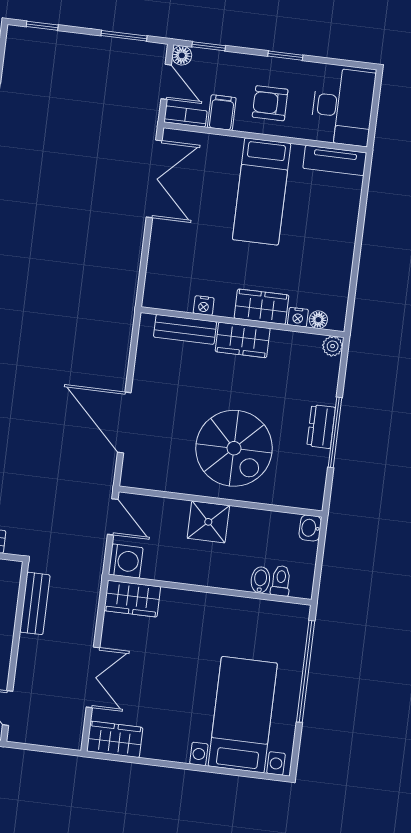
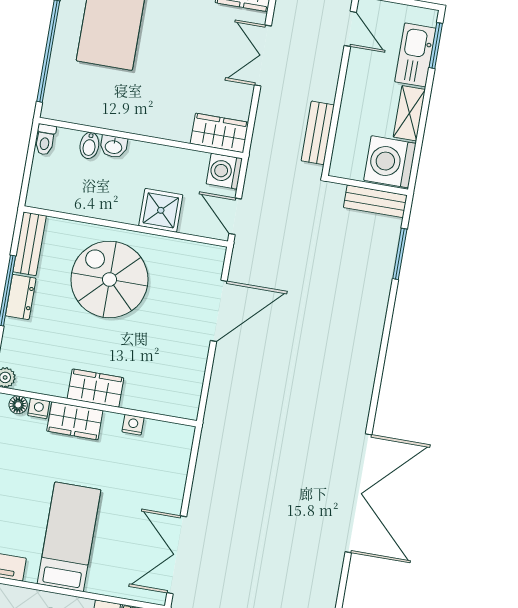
bench: (185, 329) -> (30, 244), moved, turned 90
door: (124, 422) -> (219, 311), hinge flipped
shower: (208, 522) -> (161, 210), moved
washbasin: (310, 528) -> (114, 147), moved, turned 90
toilet: (281, 581) -> (45, 140), moved

